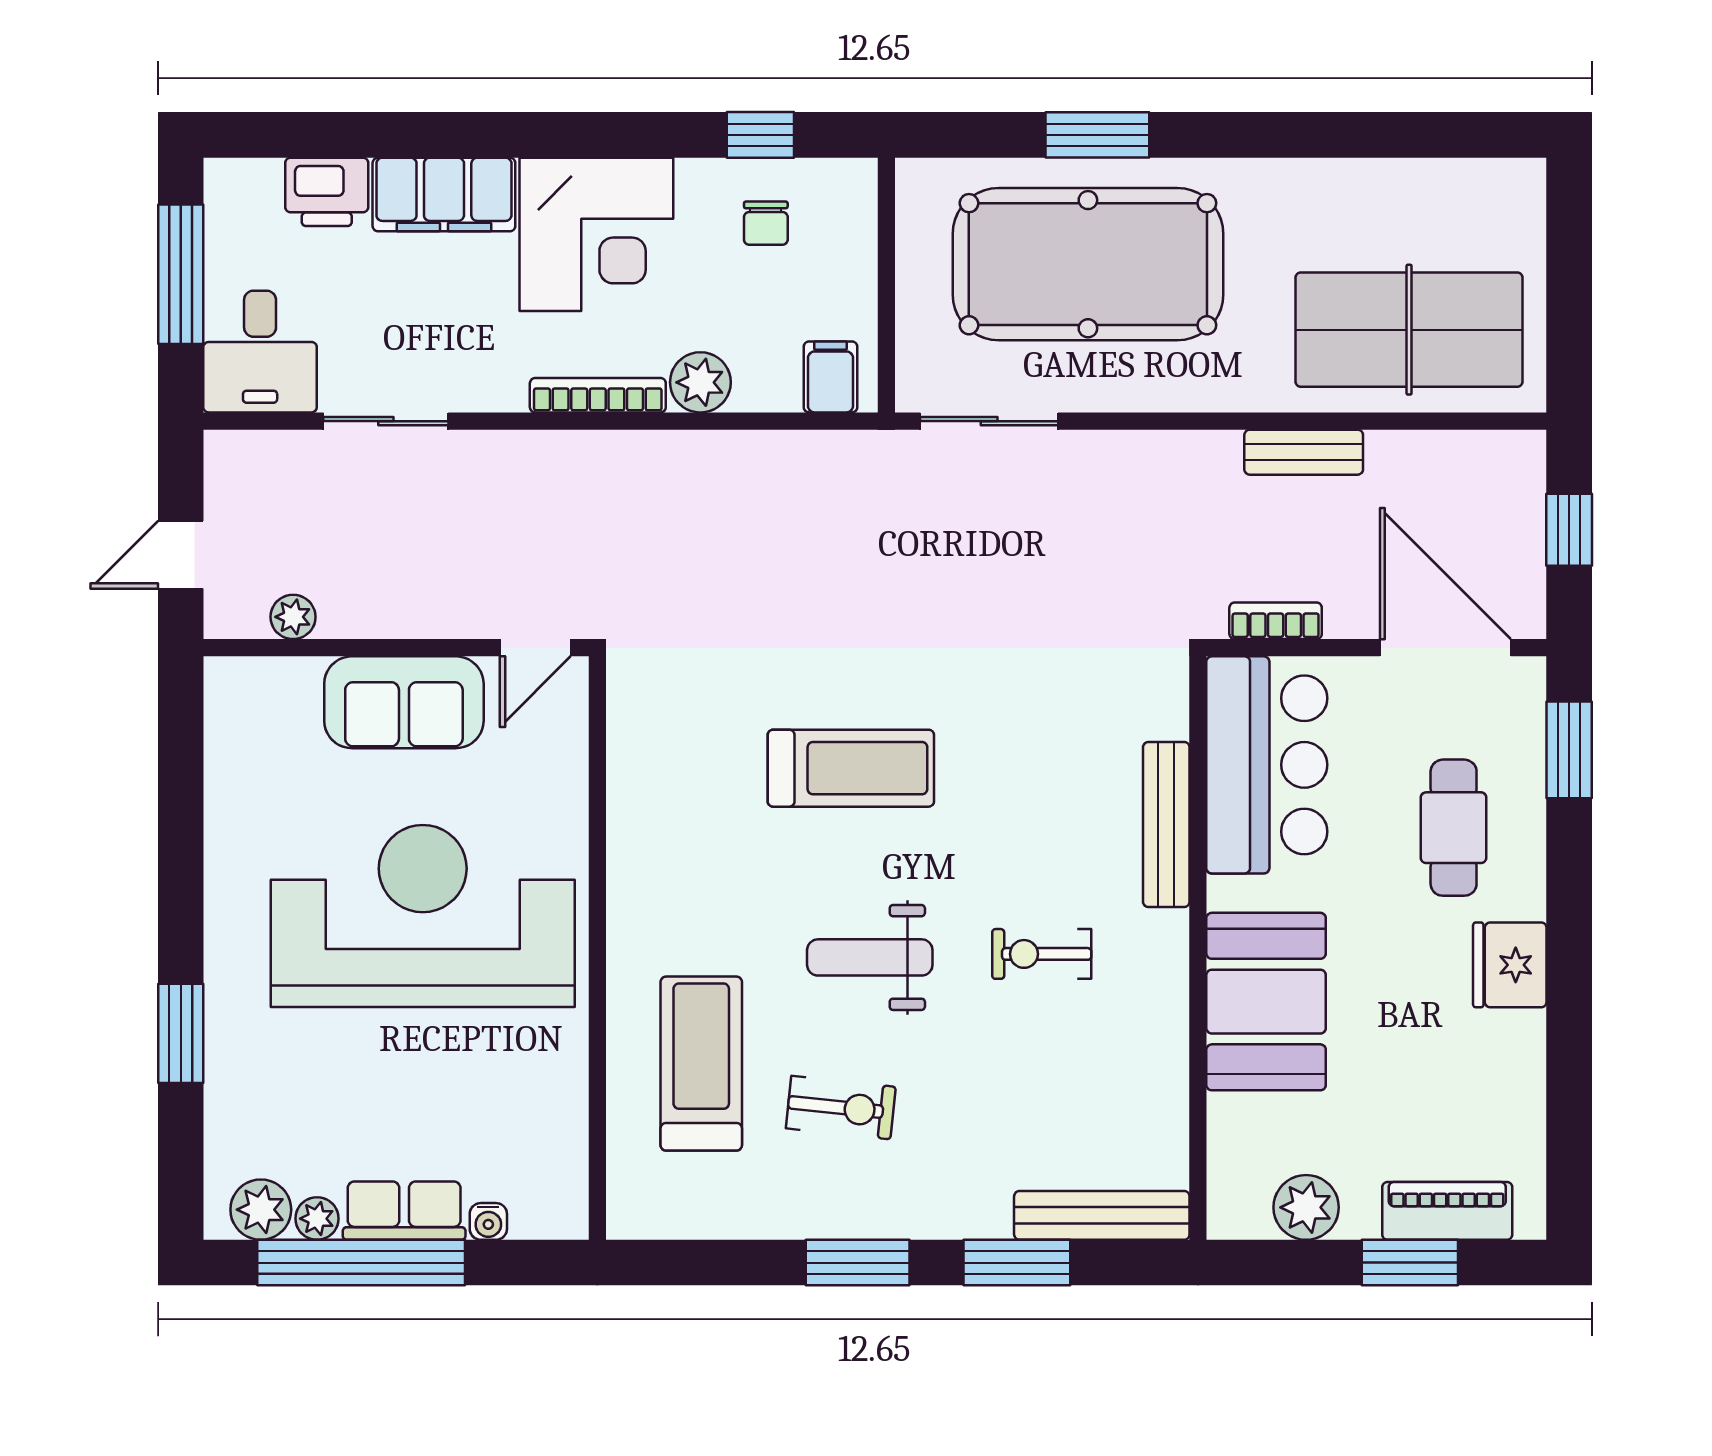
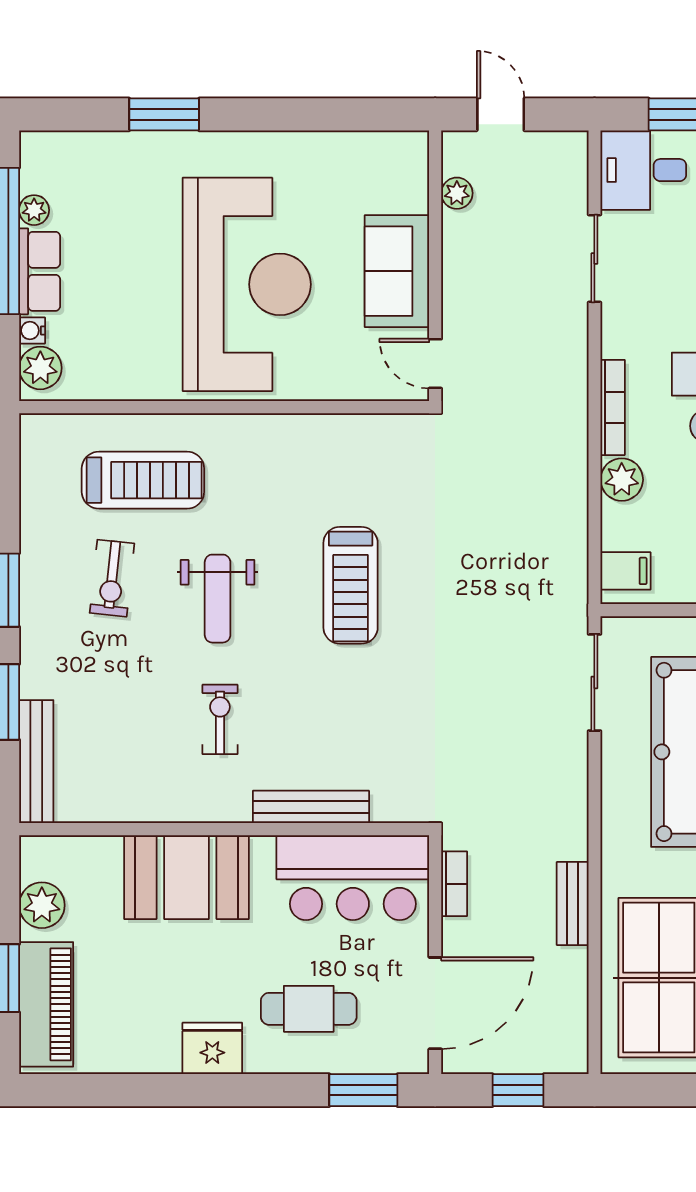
weight bench: (870, 957) -> (218, 599), turned 180
plant: (261, 1210) -> (40, 368), moved
piano: (1447, 1211) -> (46, 1004), width x1.37, depth x1.33

